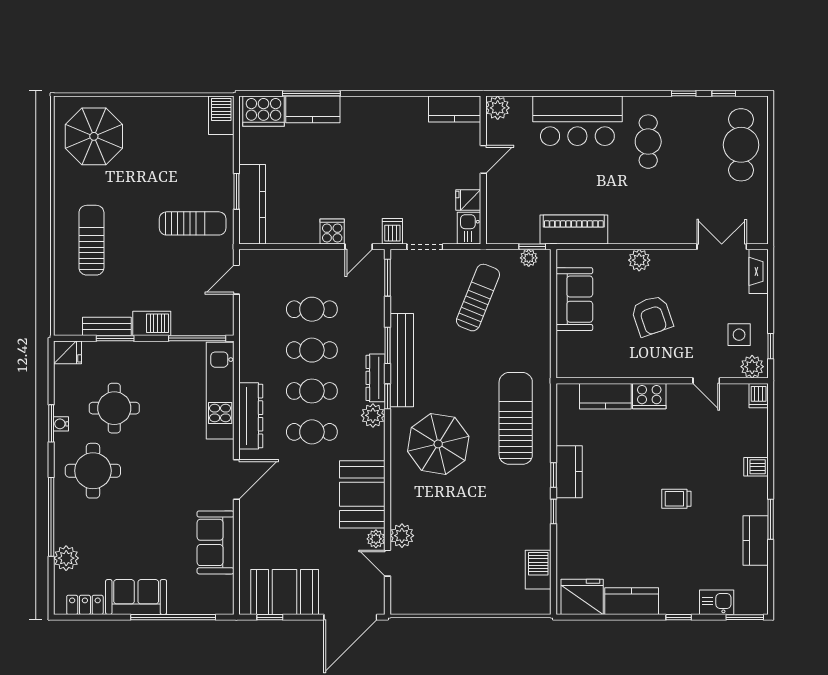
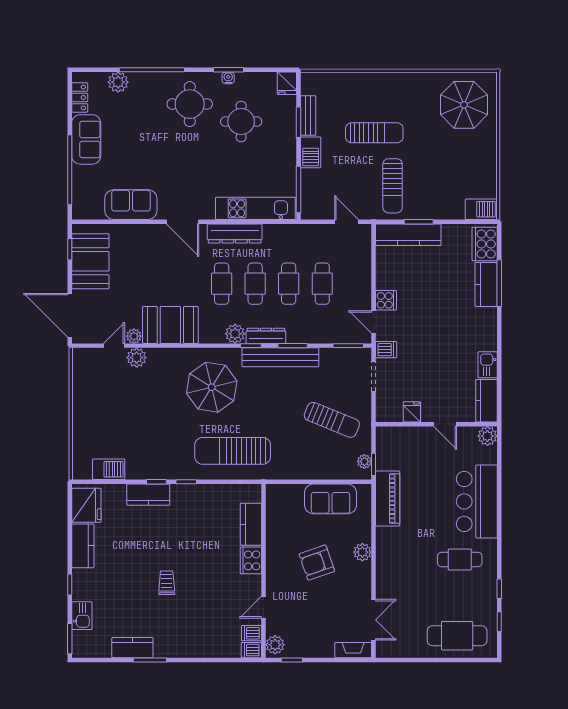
kitchen sink: (469, 228) -> (488, 365), moved, turned -90
sun lounger: (91, 240) -> (374, 133), moved
side table: (739, 335) -> (301, 634), removed
sun lounger: (516, 418) -> (233, 451), turned 180
dishwasher: (756, 467) -> (251, 633), moved, turned -90
kitchen counter: (569, 472) -> (148, 495), moved

